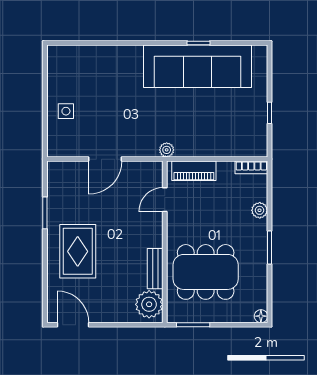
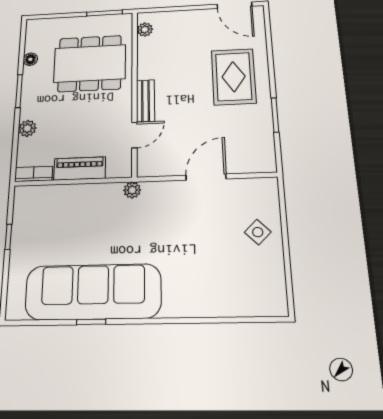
side table: (66, 111) -> (258, 232), turned 45
piano: (194, 171) -> (80, 168), moved
bench: (155, 269) -> (146, 101), moved
plant: (149, 304) -> (145, 30), width x0.53, depth x0.53
floor lamp: (261, 316) -> (30, 59), moved

